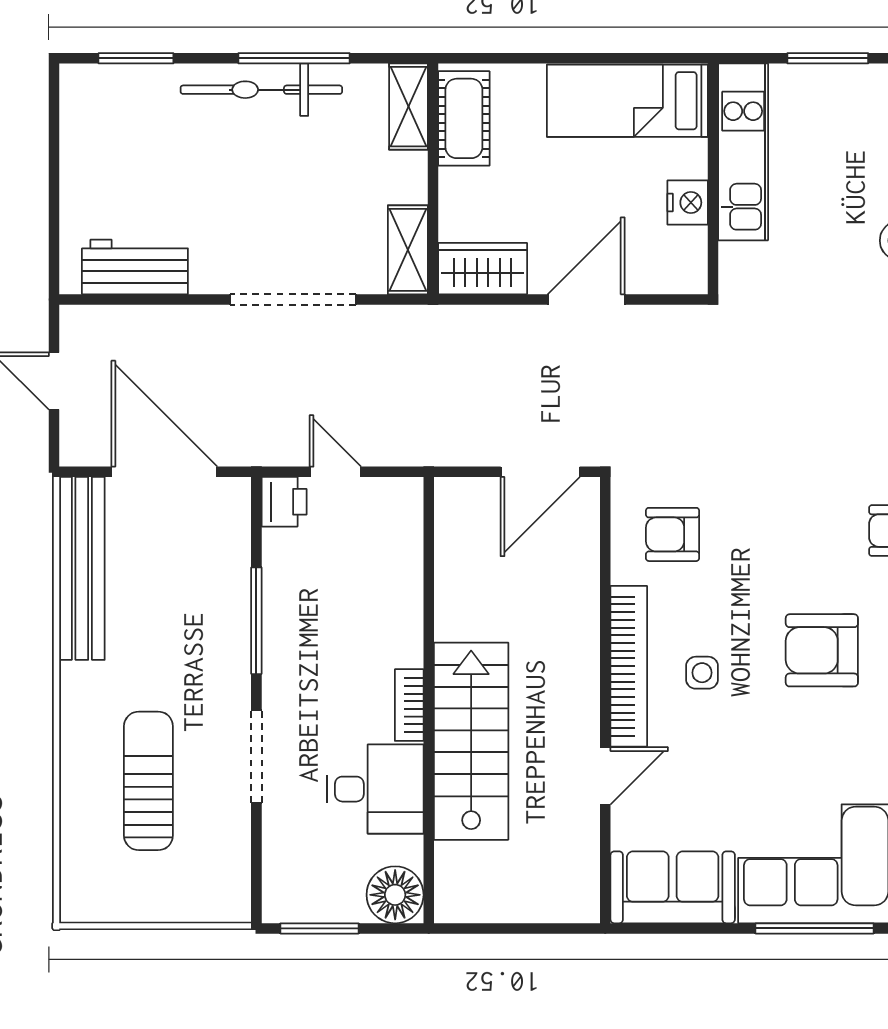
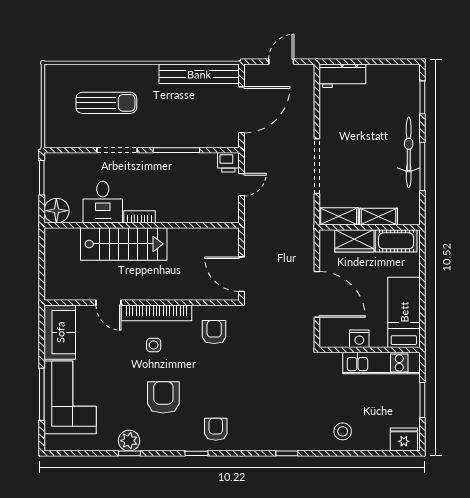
shelving: (408, 107) -> (378, 217), moved
workbench: (135, 267) -> (342, 76), moved, turned 90
wardrobe: (483, 269) -> (354, 241), moved, turned 90
door: (586, 299) -> (317, 294), width x1.36

